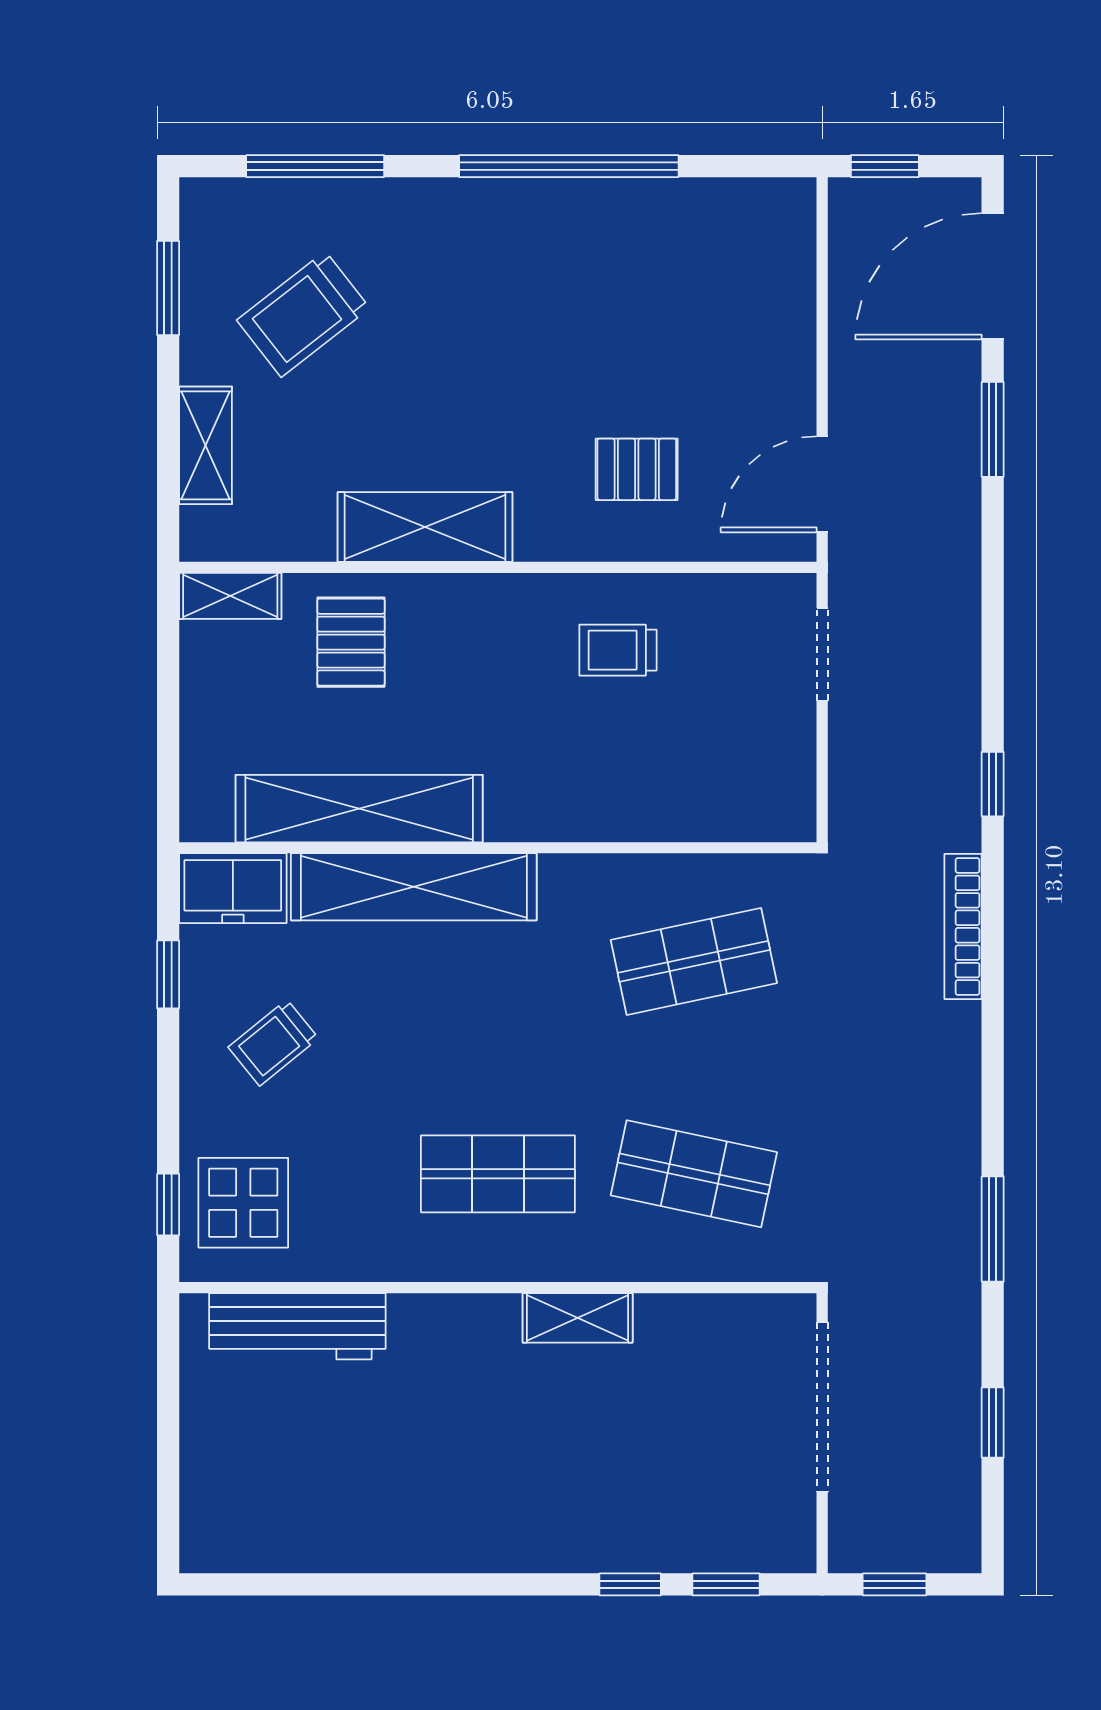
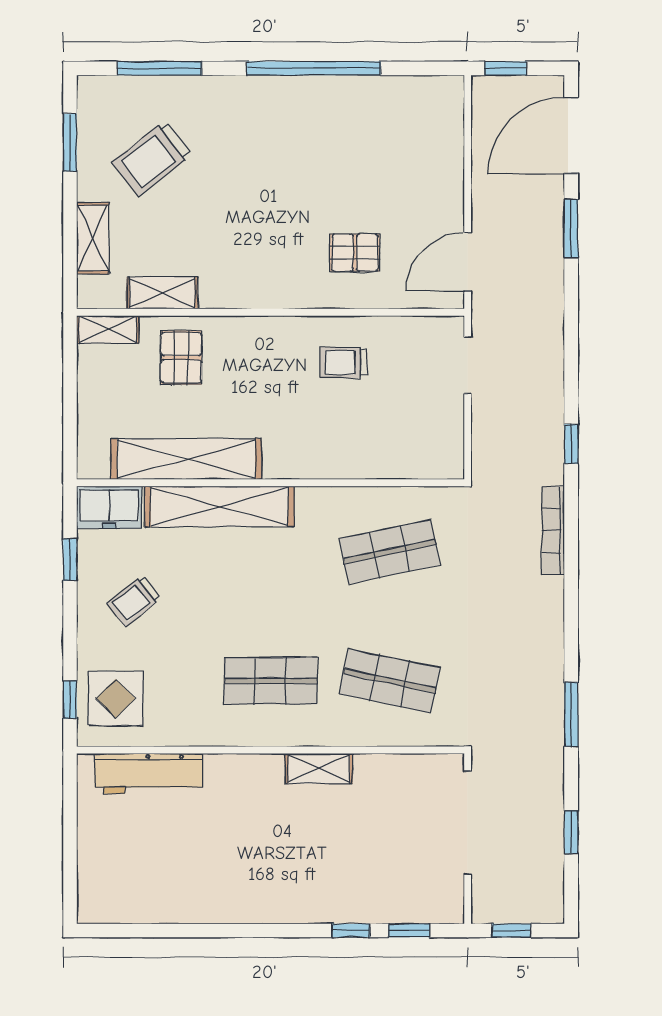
shelving: (425, 527) -> (162, 293), moved, width x0.67, depth x0.75

